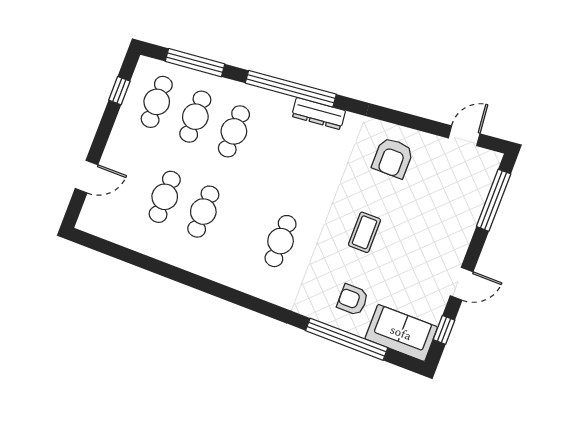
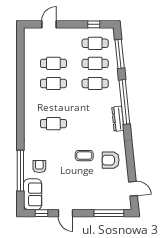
door: (87, 177) -> (49, 24), swing flipped
coffee table: (365, 232) -> (84, 156), moved

